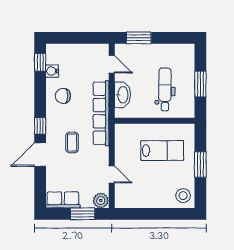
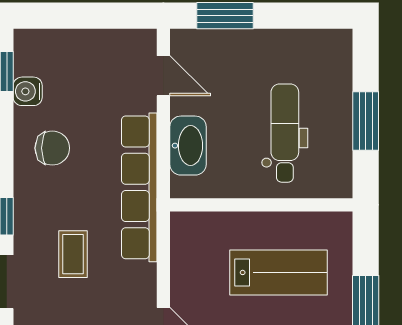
chair: (63, 96) -> (52, 148), turned 180

